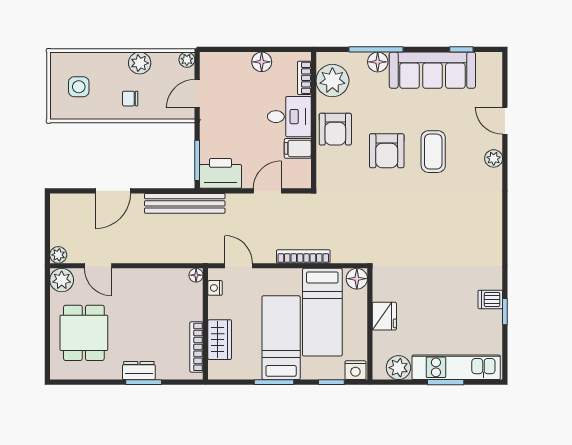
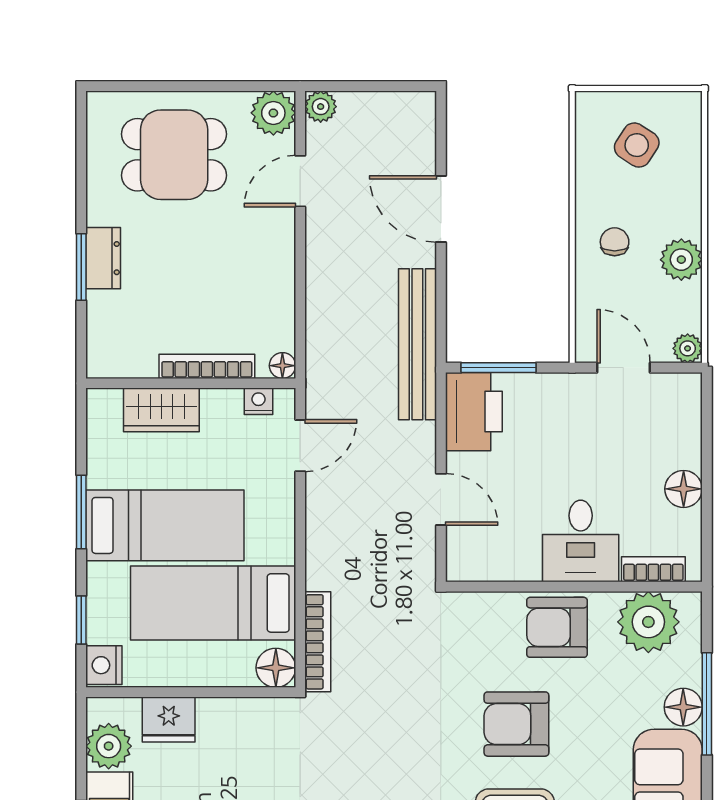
side table: (79, 87) -> (637, 145), turned 33
filing cabinet: (298, 148) -> (521, 557), removed
bookcase: (303, 256) -> (318, 642), moved
fridge: (384, 316) -> (169, 719), moved
bookcase: (196, 347) -> (207, 366), moved

